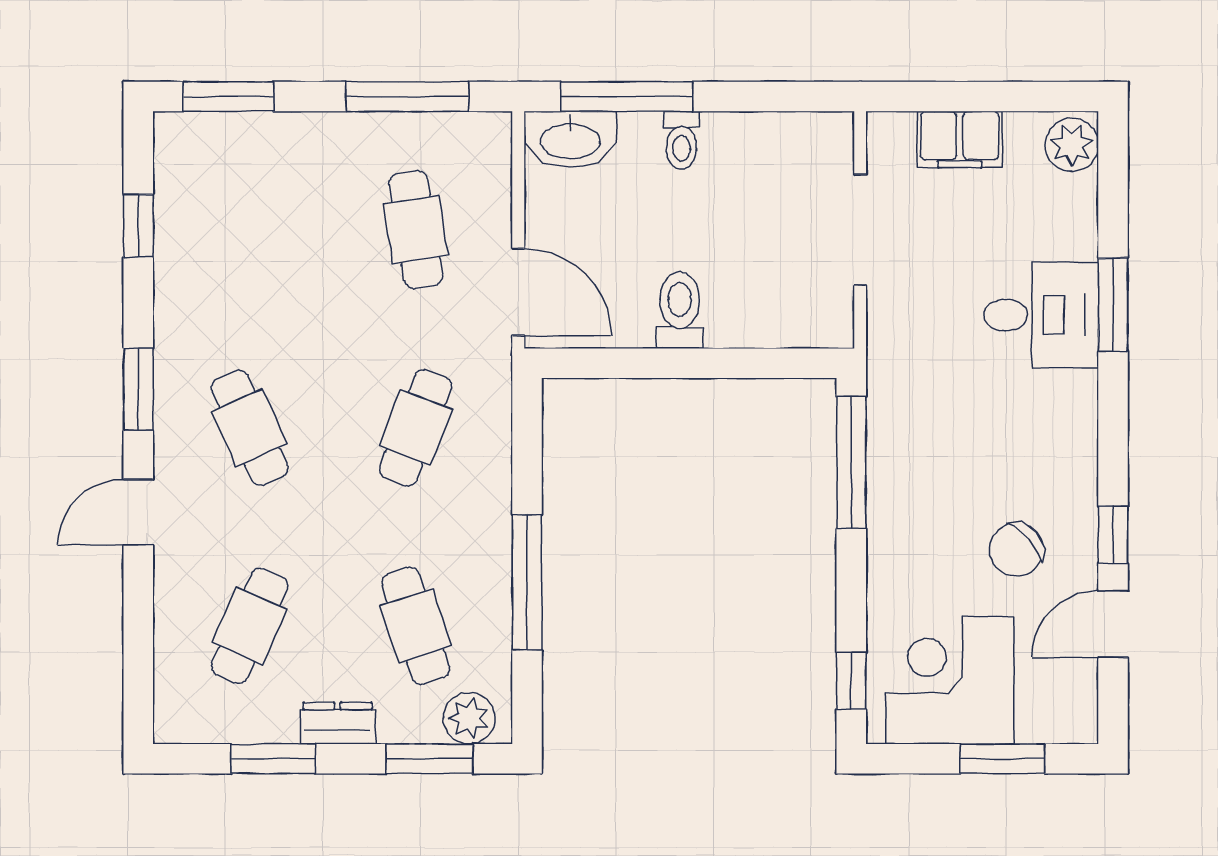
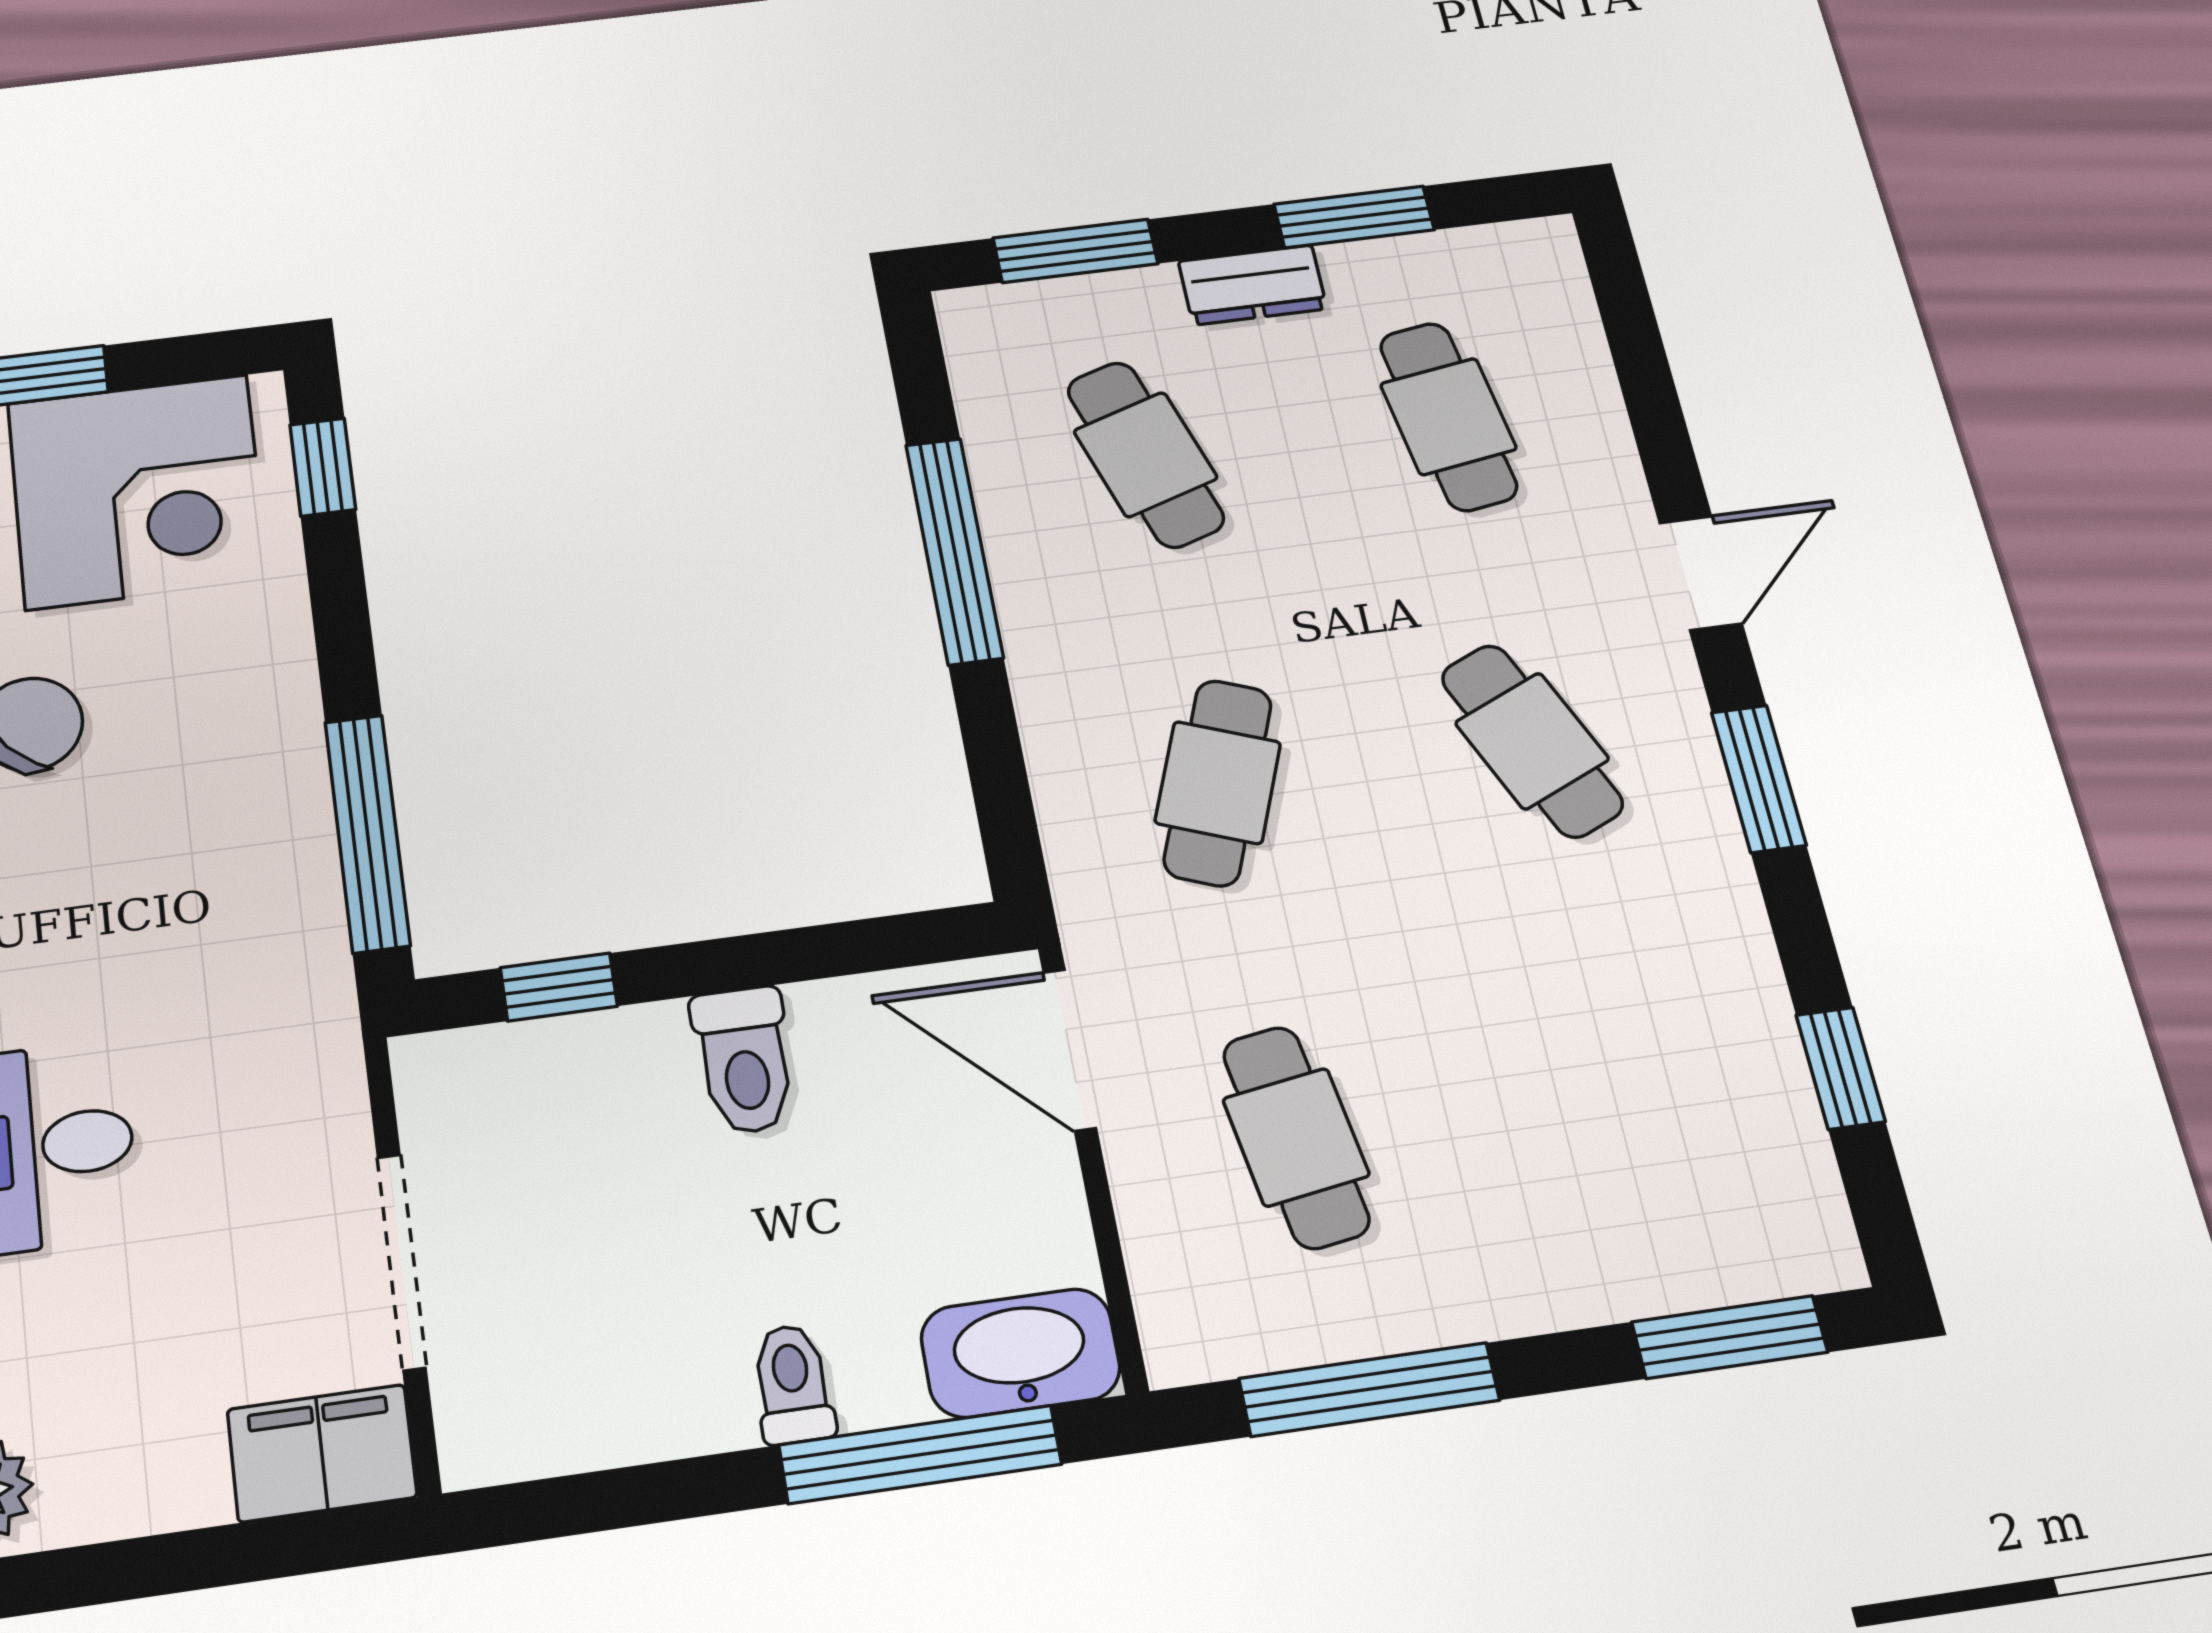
filing cabinet: (960, 139) -> (322, 1453), moved
window: (766, 363) -> (559, 987), added
cafe table: (250, 626) -> (1448, 416), turned -33
plant: (469, 718) -> (1017, 322), removed

